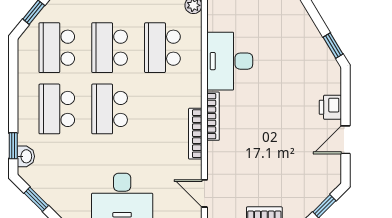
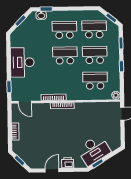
desk: (230, 61) -> (94, 150), moved, turned 149
door: (345, 140) -> (52, 170), hinge flipped
door: (204, 193) -> (25, 102), swing flipped

